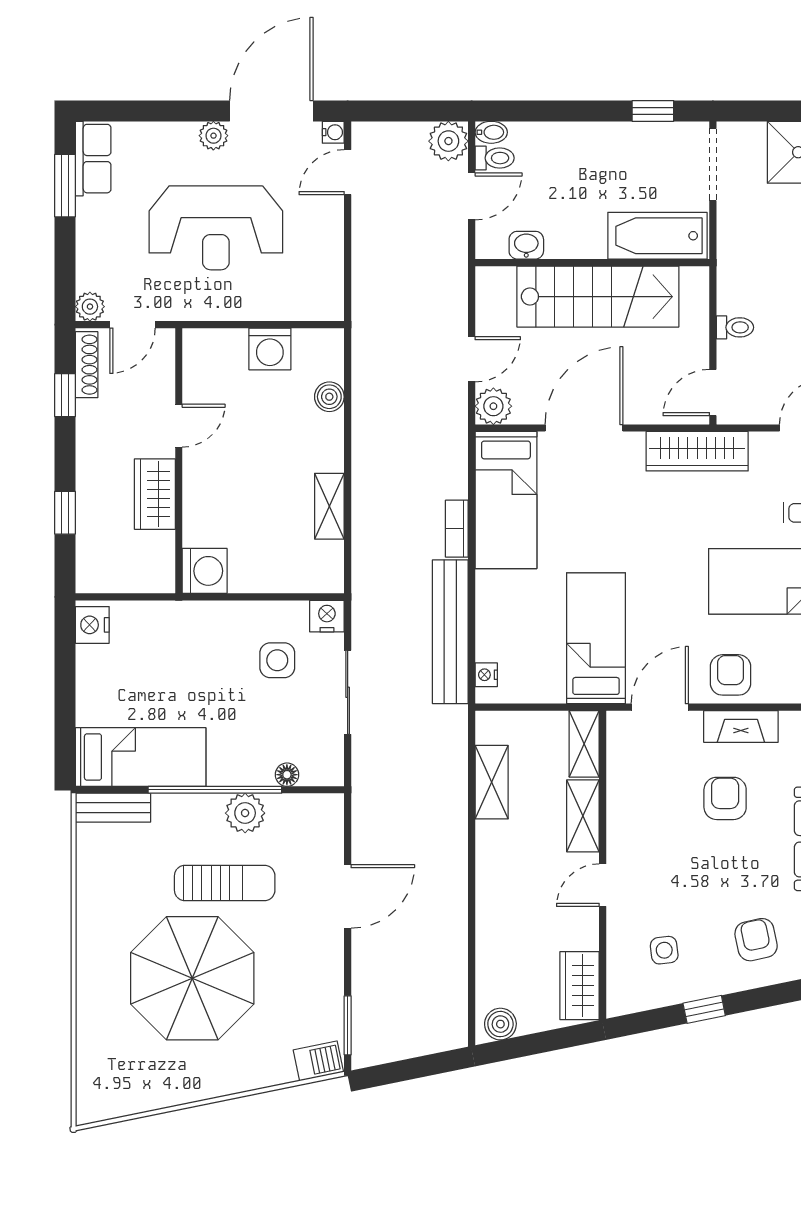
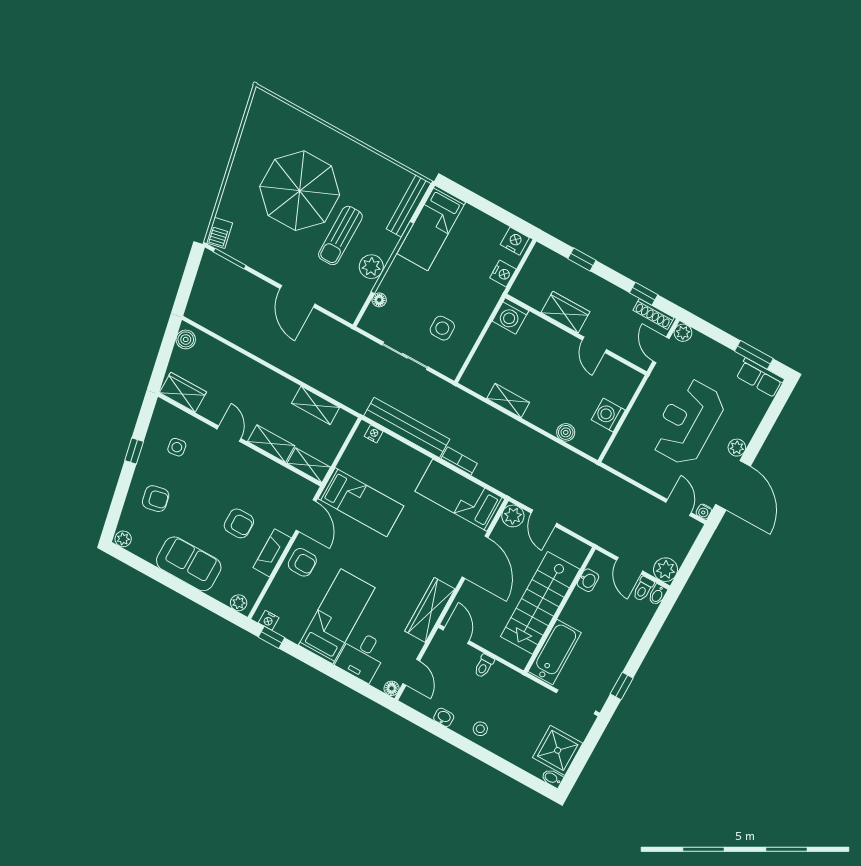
nightstand: (327, 616) -> (503, 274), moved
bench: (113, 808) -> (409, 206), width x1.36

